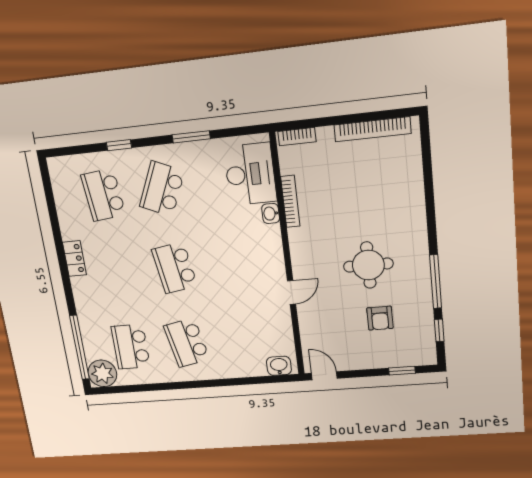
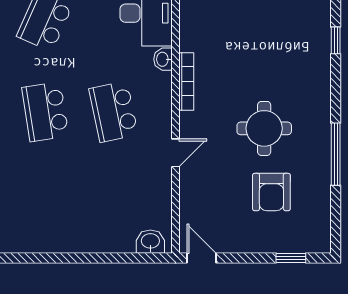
bookcase: (290, 201) -> (186, 81), moved
armchair: (380, 318) -> (271, 192), width x1.38, depth x1.38
window: (439, 330) -> (336, 40), moved
school desk: (187, 343) -> (114, 112), moved

